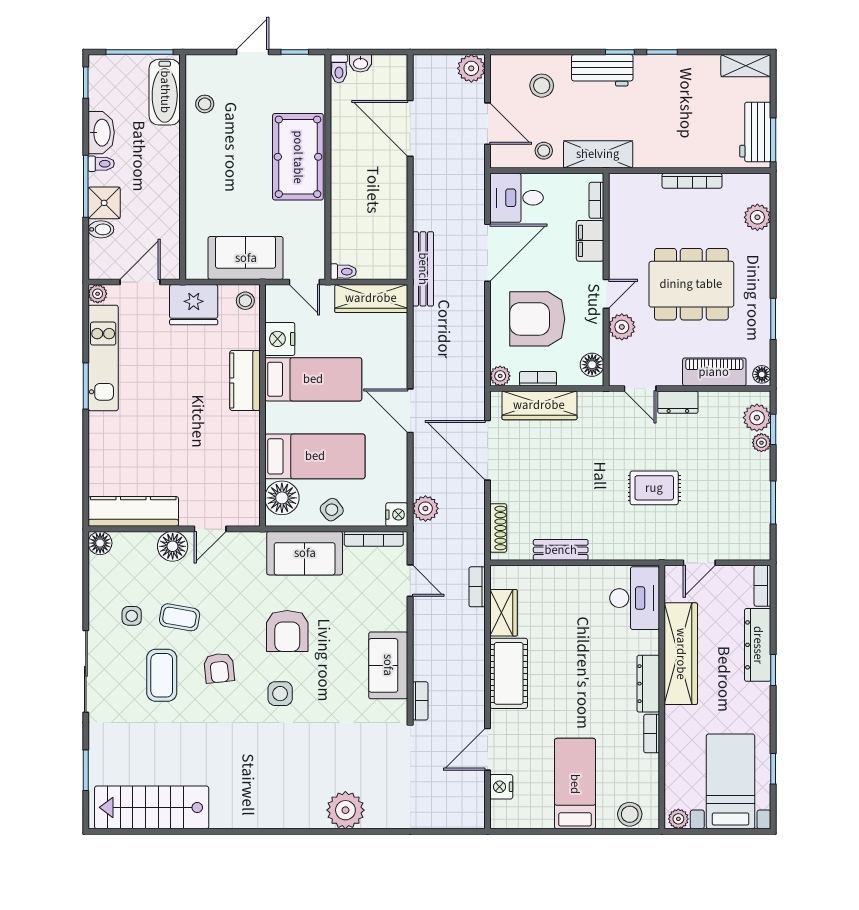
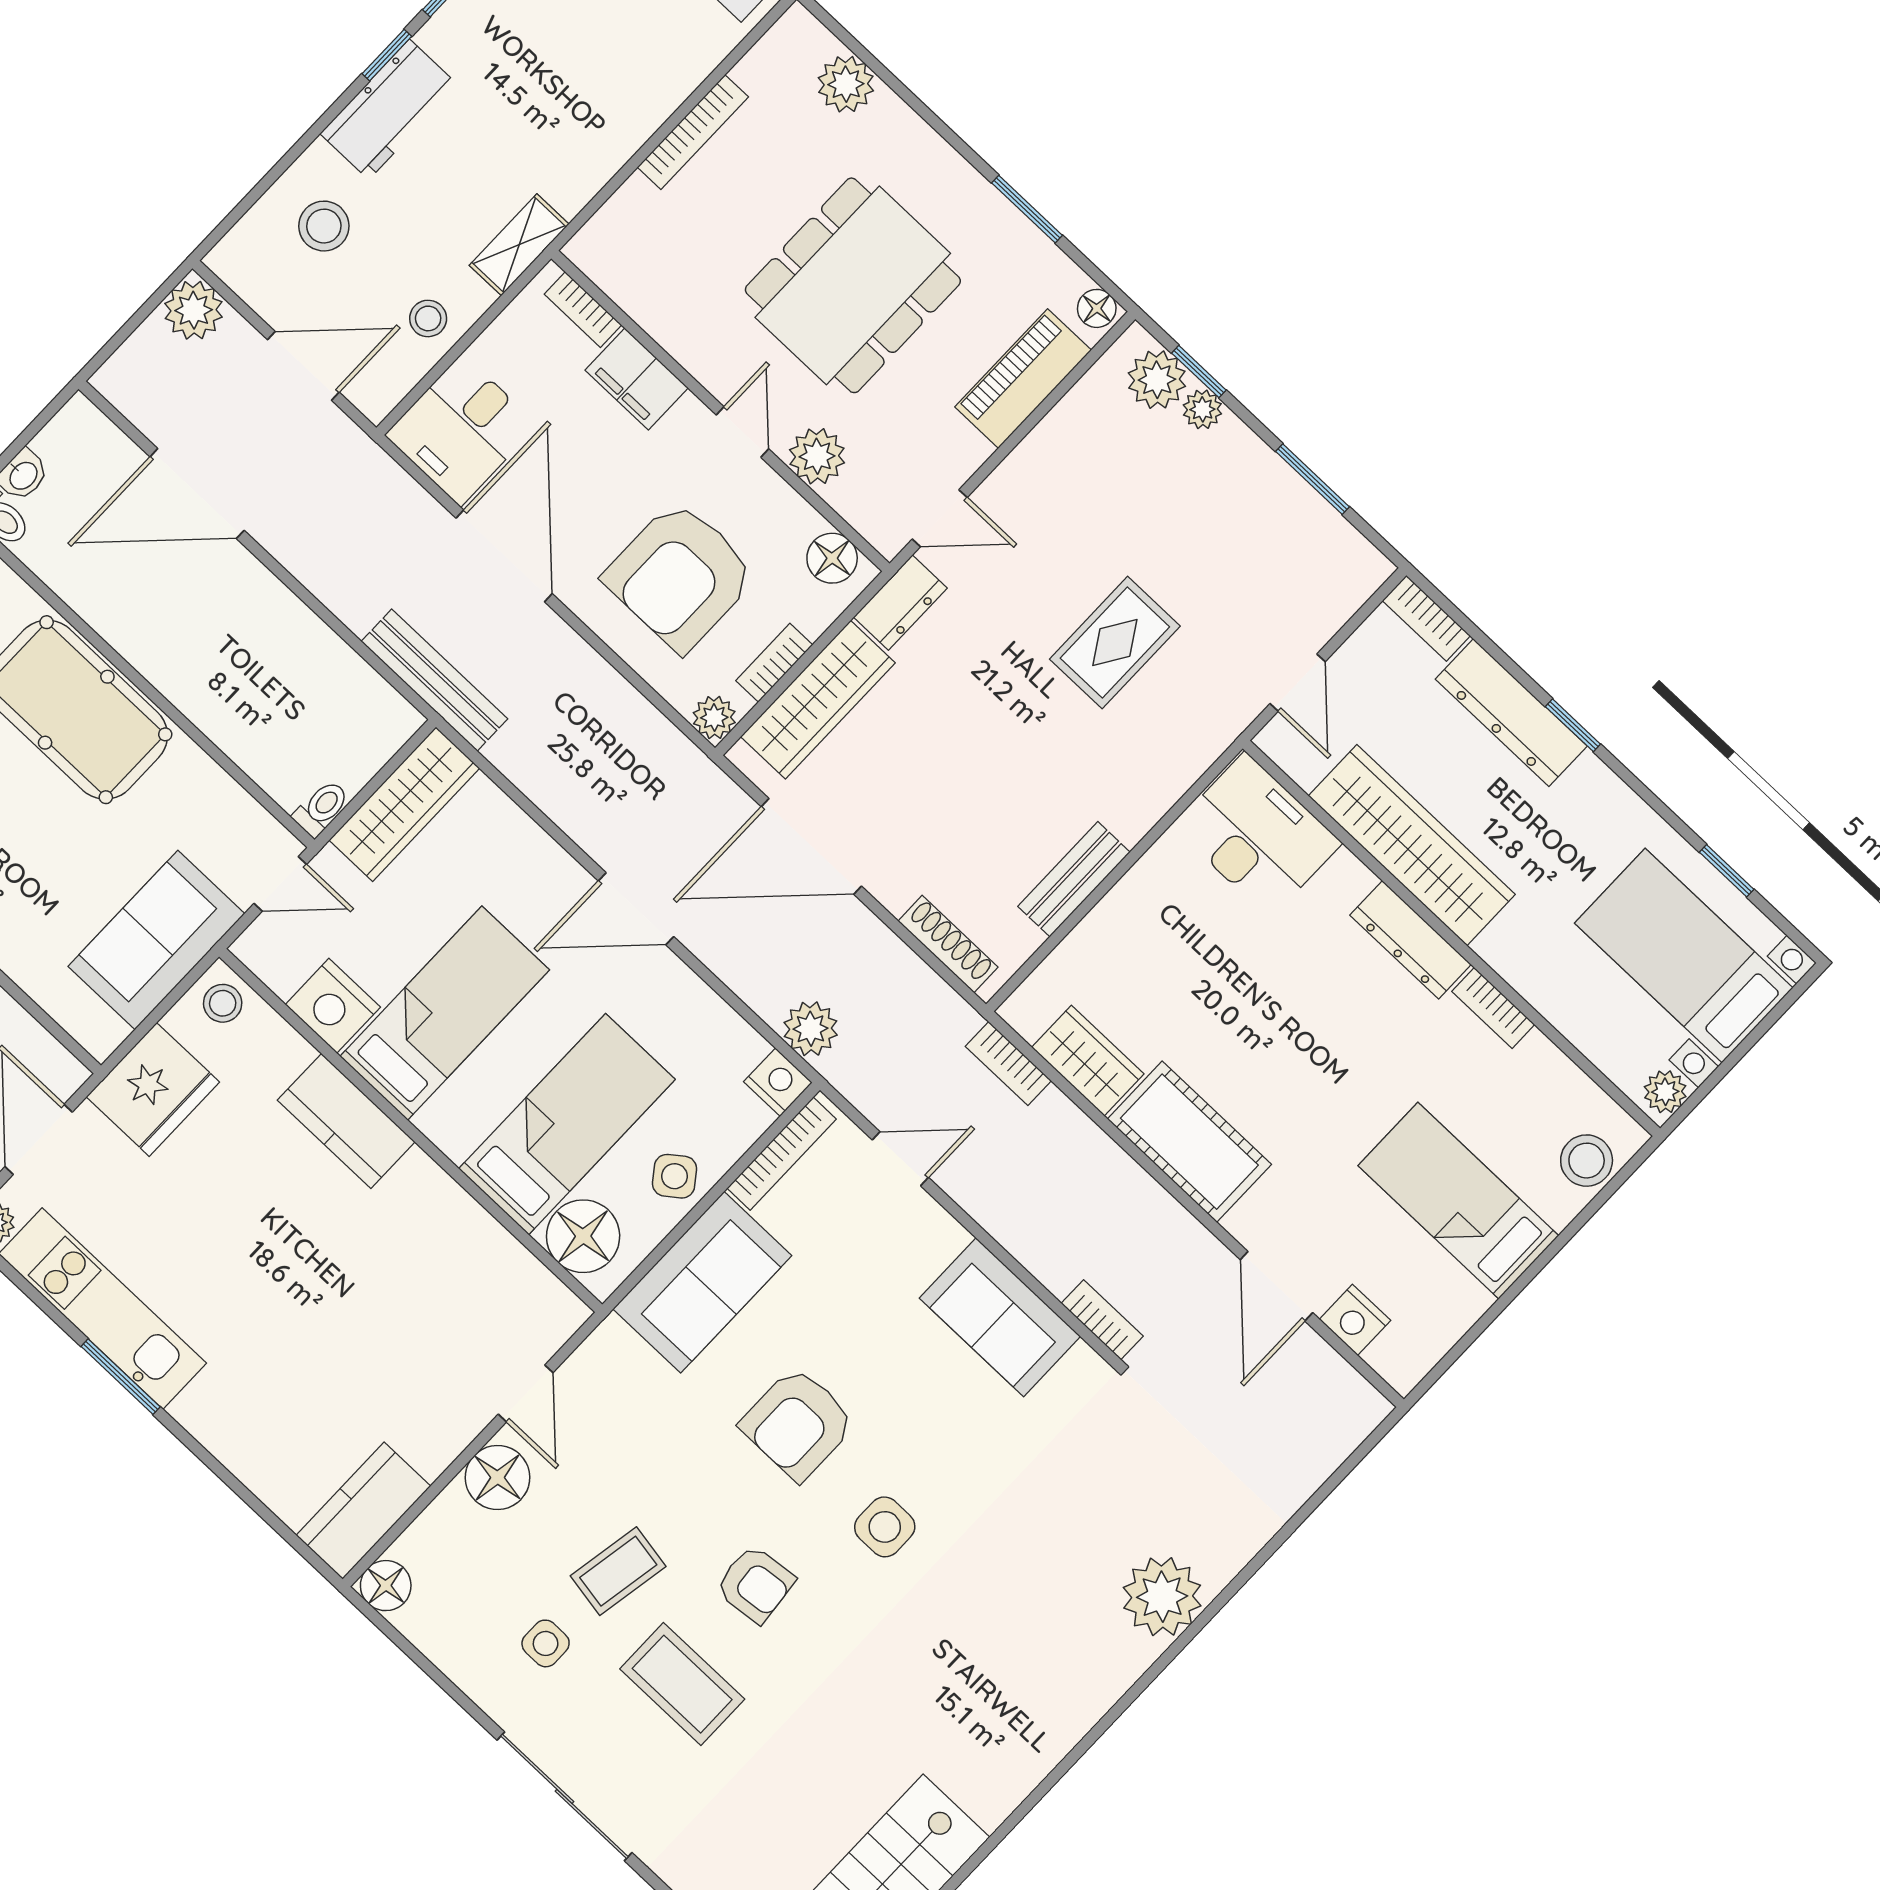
shelving: (598, 154) -> (519, 245), width x0.67, depth x0.75
dresser: (678, 402) -> (900, 603), moved
kitchen counter: (133, 511) -> (363, 1511), width x0.67
armchair: (287, 631) -> (798, 1424), turned 90

